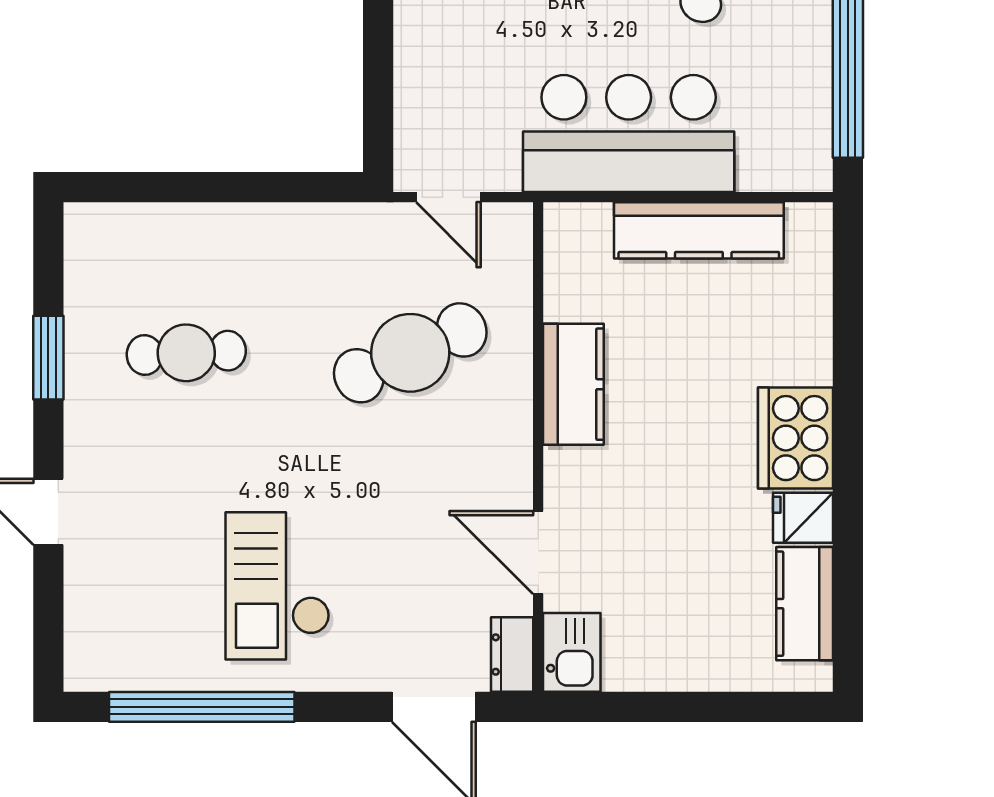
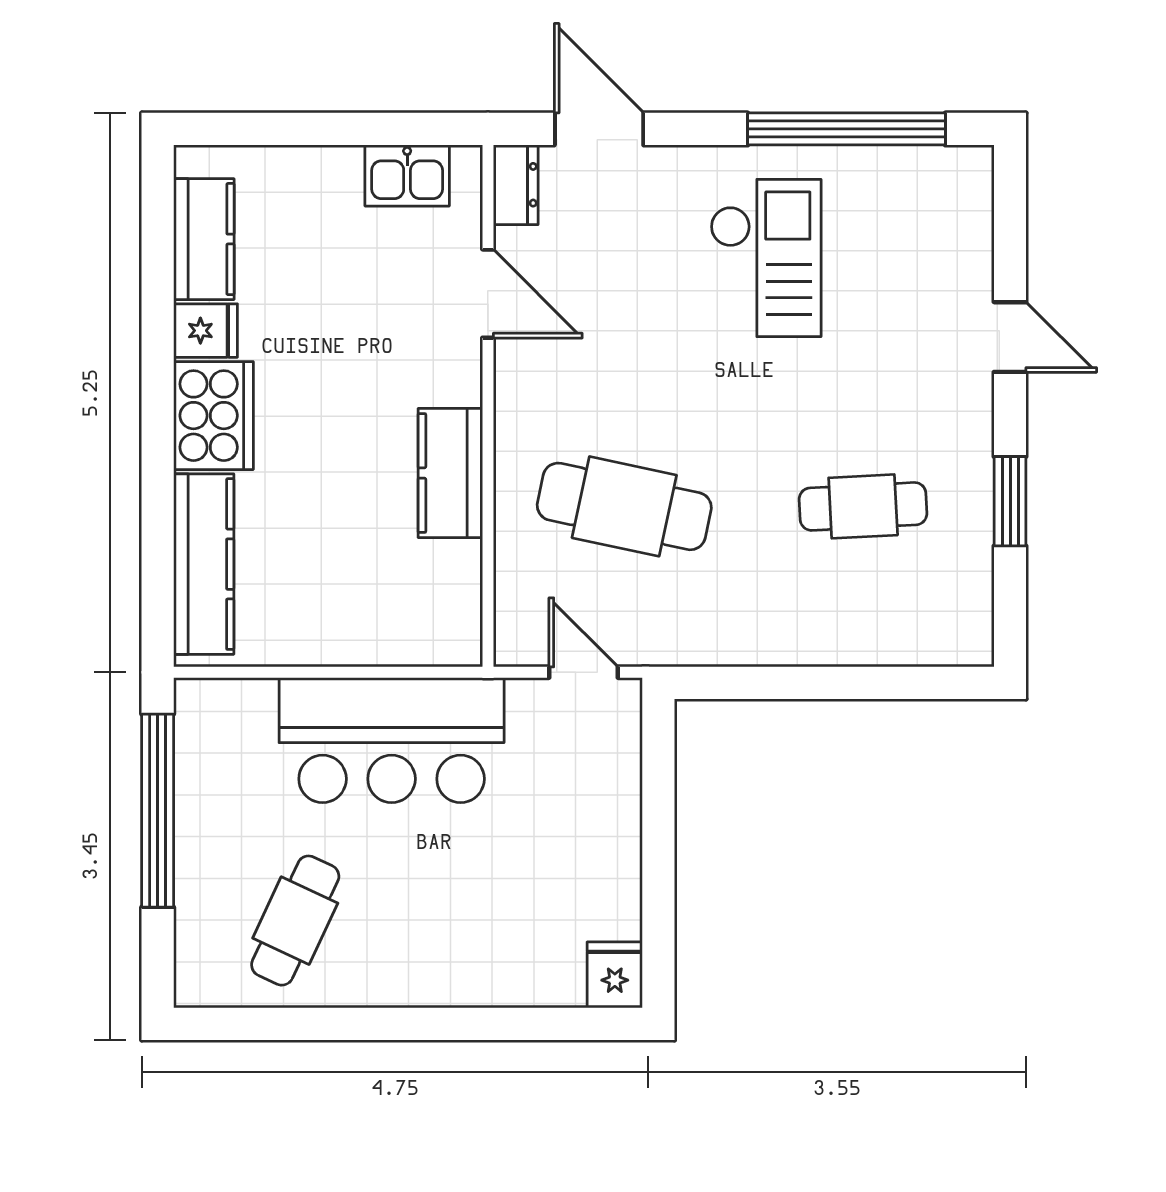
kitchen counter: (699, 230) -> (204, 564), moved, turned 90
cafe table: (410, 353) -> (624, 506), turned 36
kitchen sink: (572, 652) -> (407, 175), moved, turned -90

